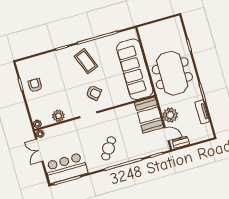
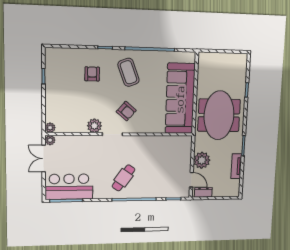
armchair: (35, 85) -> (92, 74), moved
booth: (149, 115) -> (179, 154), removed
plant: (58, 116) -> (94, 126), moved

